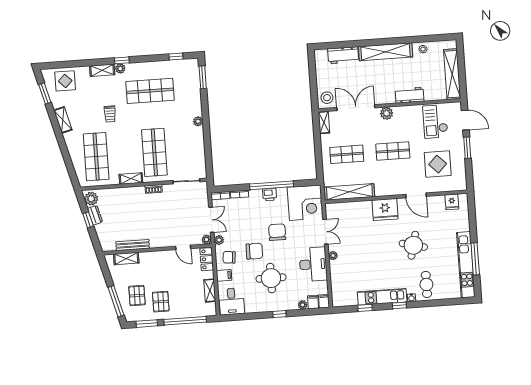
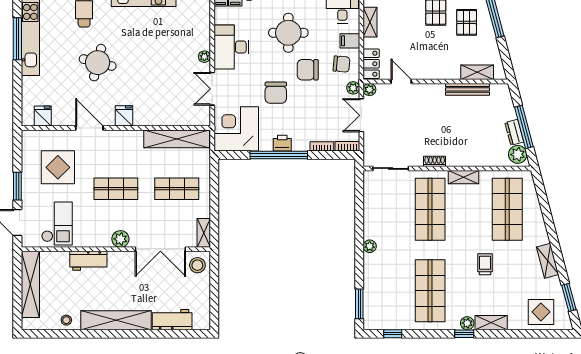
shop shelf: (150, 91) -> (430, 291), turned 90
fridge: (385, 209) -> (124, 116), width x0.53, depth x0.75
window: (88, 220) -> (524, 127), width x2.17

